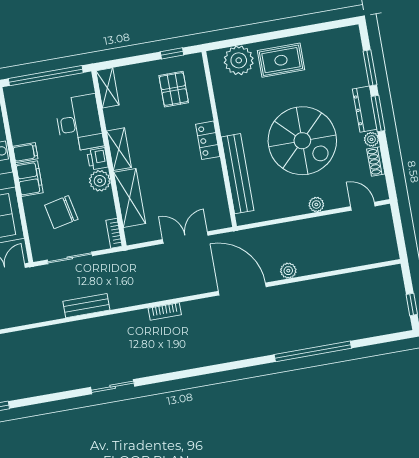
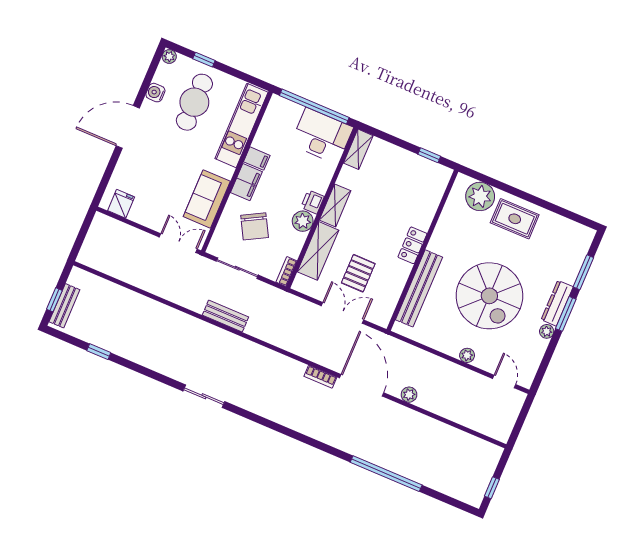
pallet: (174, 89) -> (358, 273), moved
desk: (79, 123) -> (322, 136), moved, turned -90
shoe rack: (376, 162) -> (538, 352), removed
chair: (61, 212) -> (255, 226), turned -107
bookcase: (165, 311) -> (320, 377), moved

